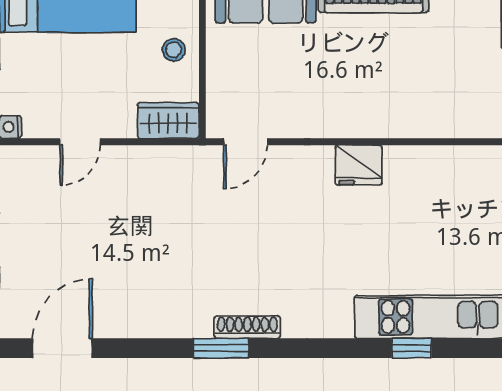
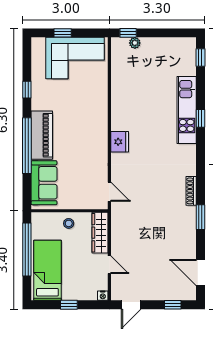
wardrobe: (168, 121) -> (100, 233), width x1.50
window: (221, 348) -> (200, 217), moved

